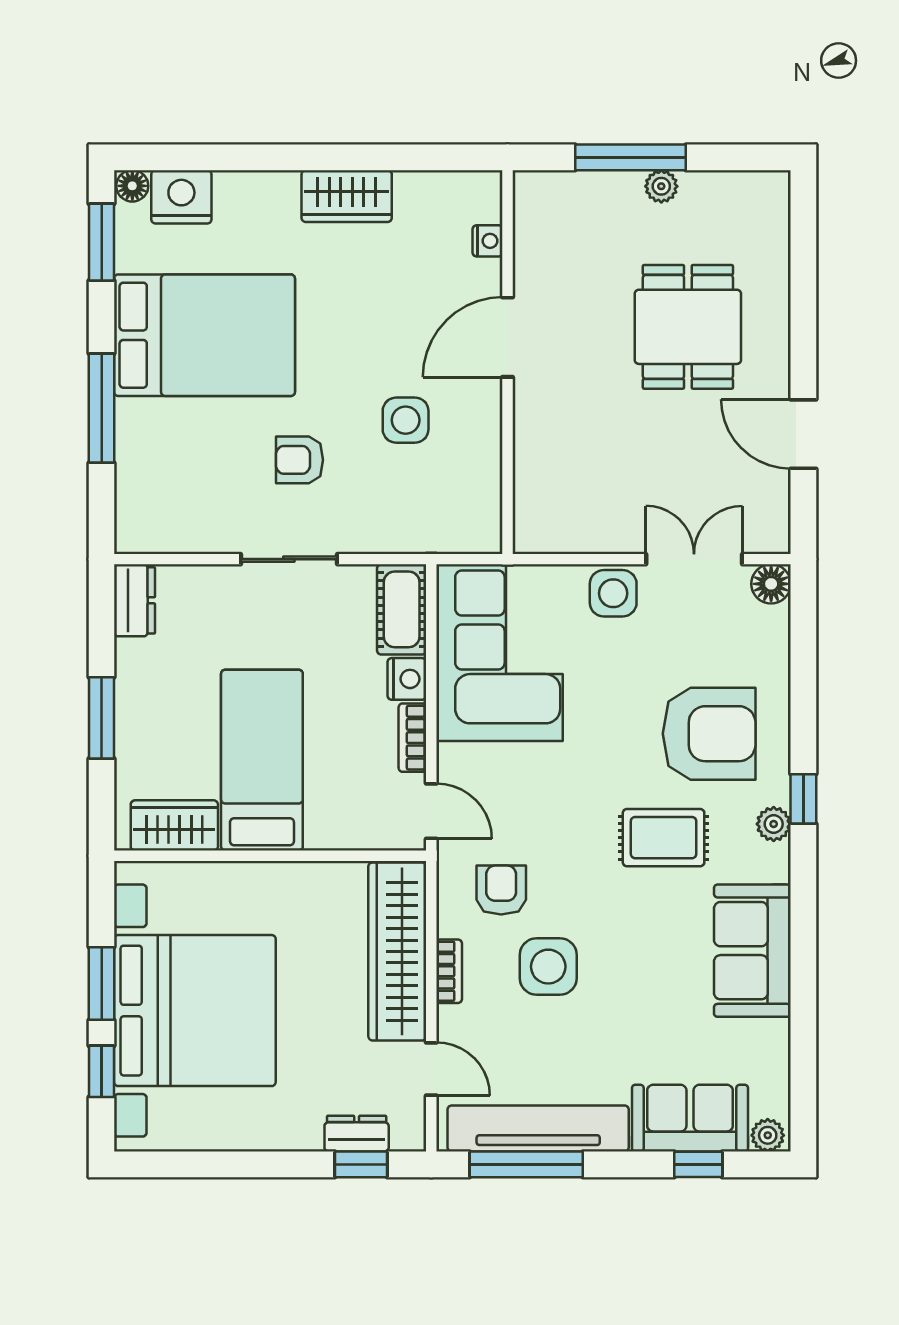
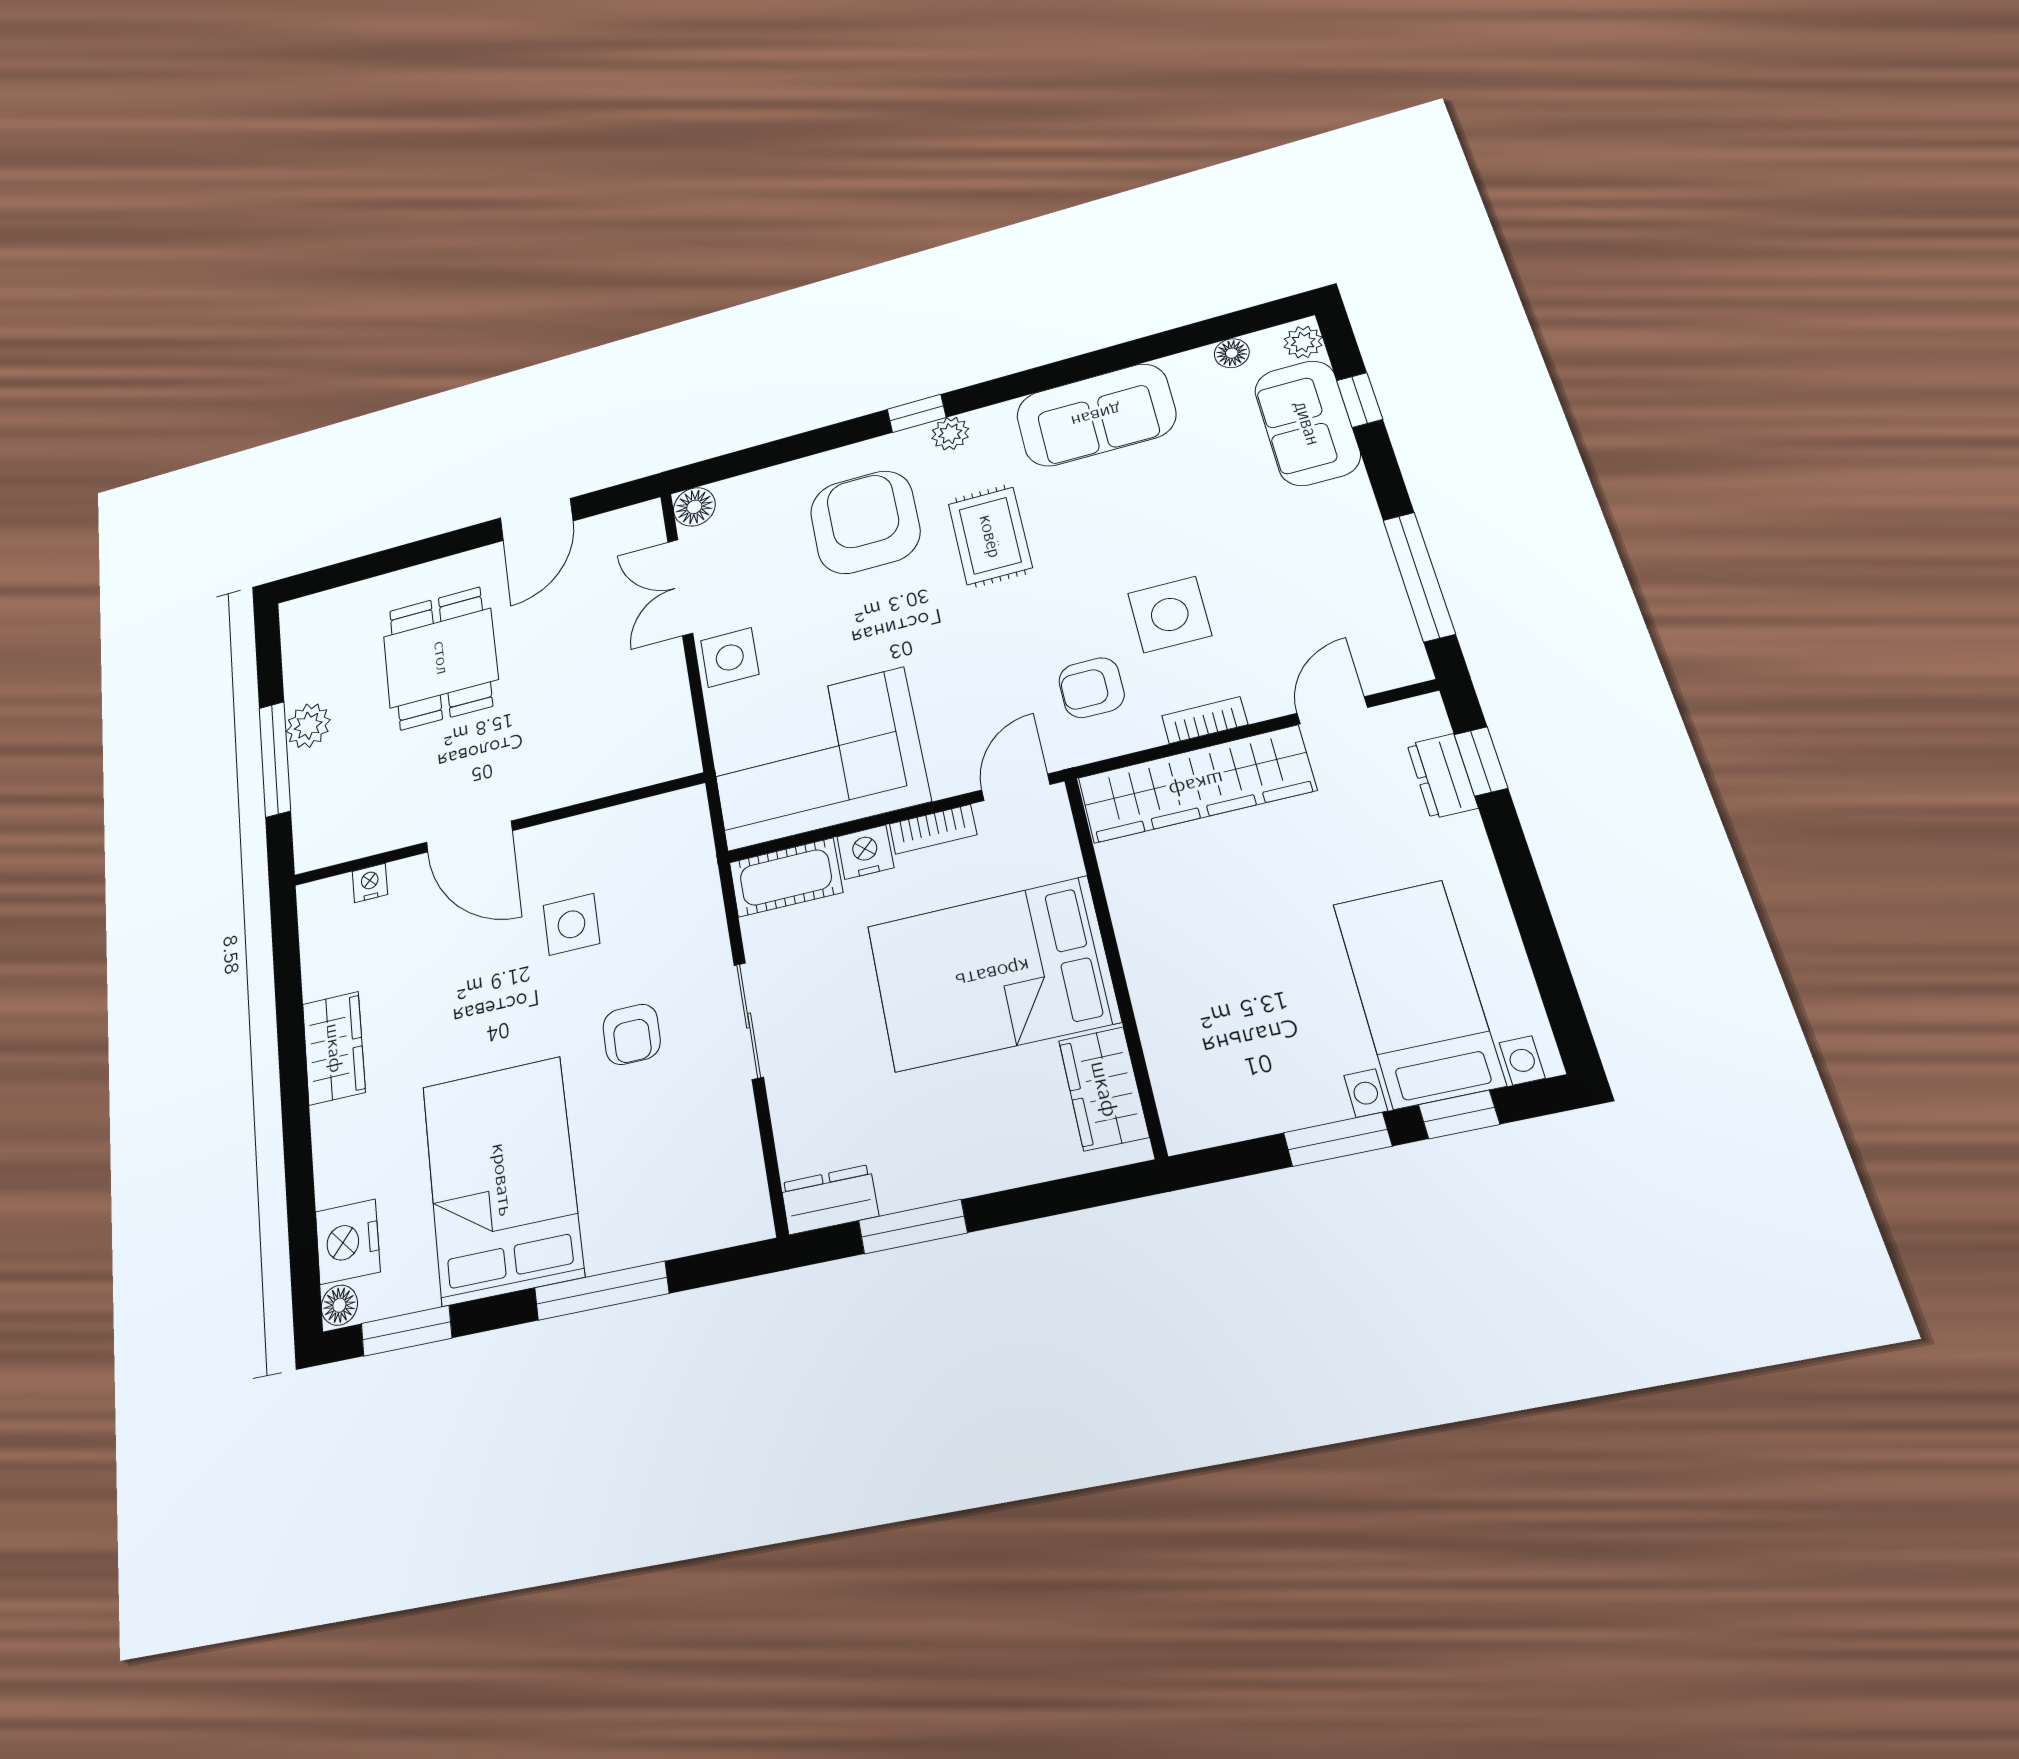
plant: (661, 186) -> (308, 726), width x1.38, depth x1.38
dining table: (688, 327) -> (441, 658), turned 90
window: (102, 718) -> (913, 1227), moved
bed: (262, 760) -> (992, 973), width x1.50
bed with nightstands: (195, 1011) -> (1418, 993), width x0.54
floor lamp: (776, 1076) -> (1232, 353), added
tv unit: (538, 1129) -> (1370, 575), removed

